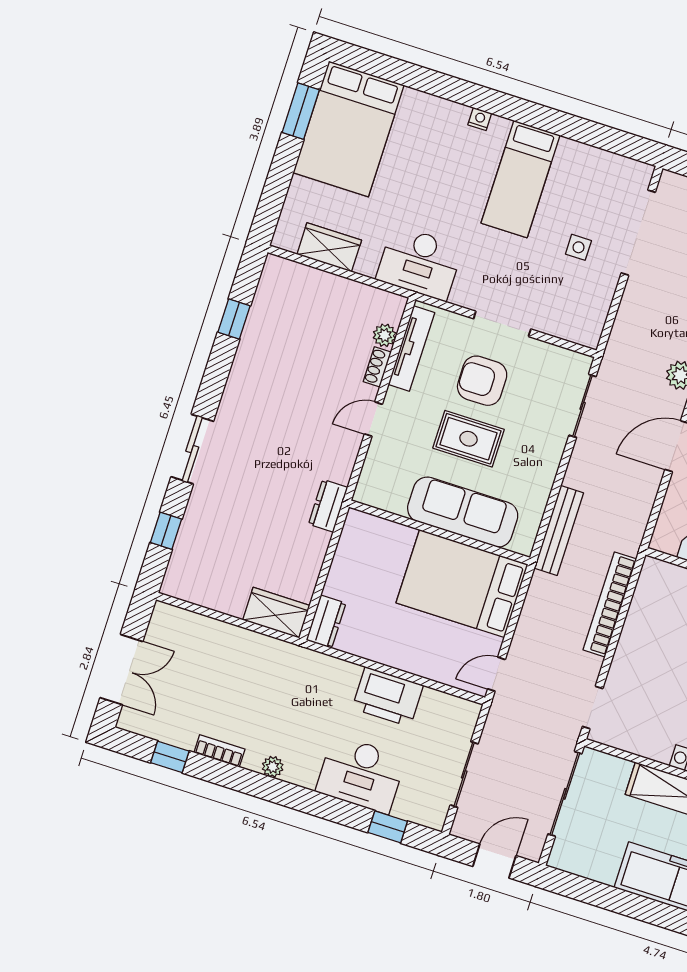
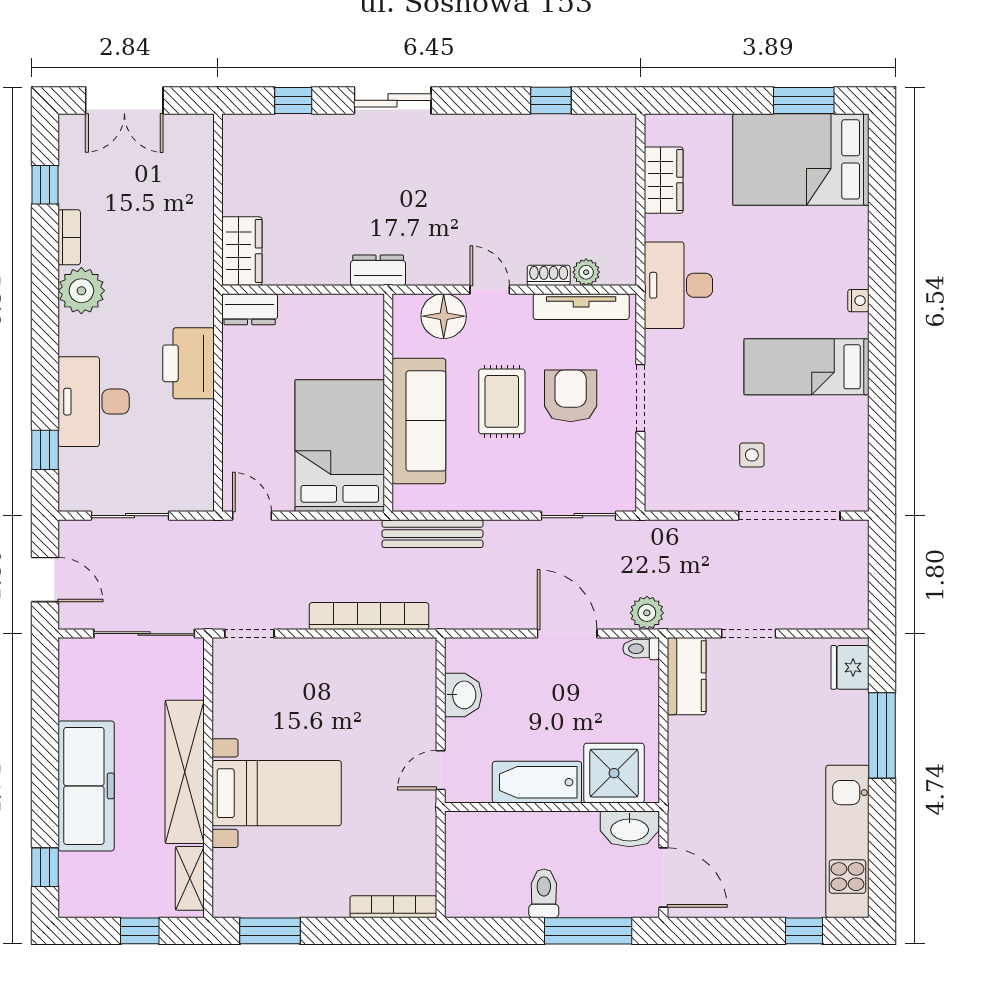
floor lamp: (383, 464) -> (444, 316), added
printer: (388, 697) -> (188, 363), moved
plant: (273, 767) -> (81, 291), width x1.87, depth x1.87

